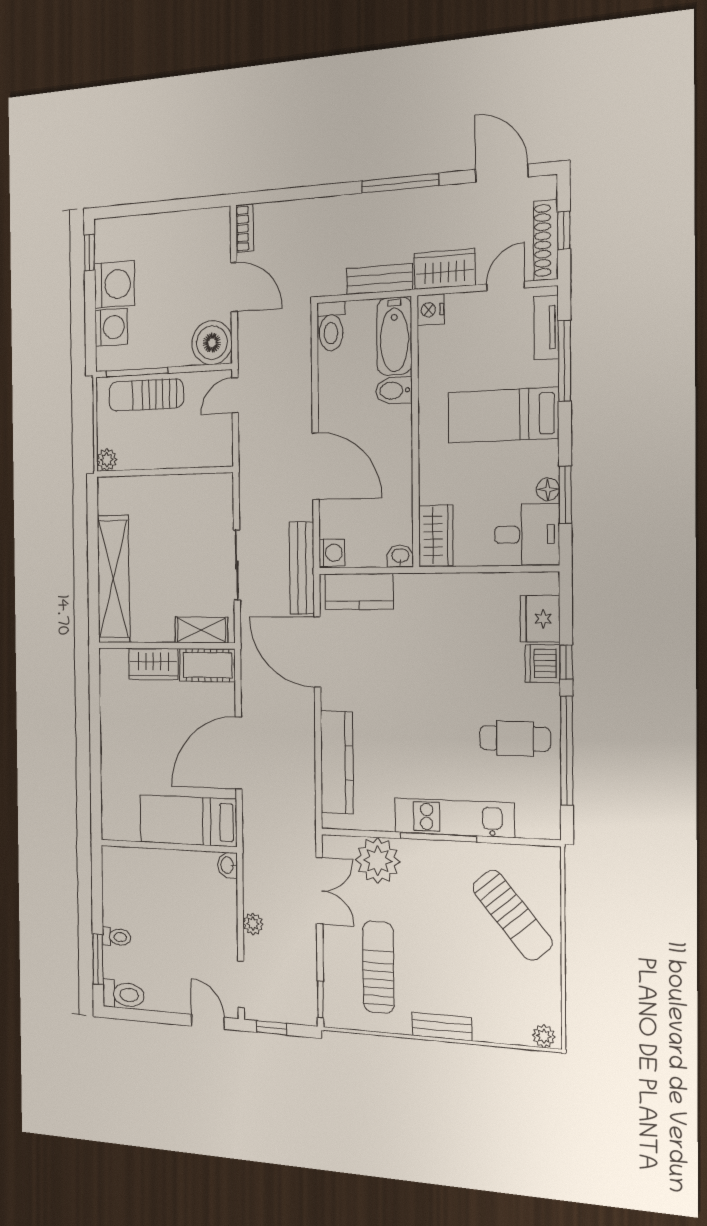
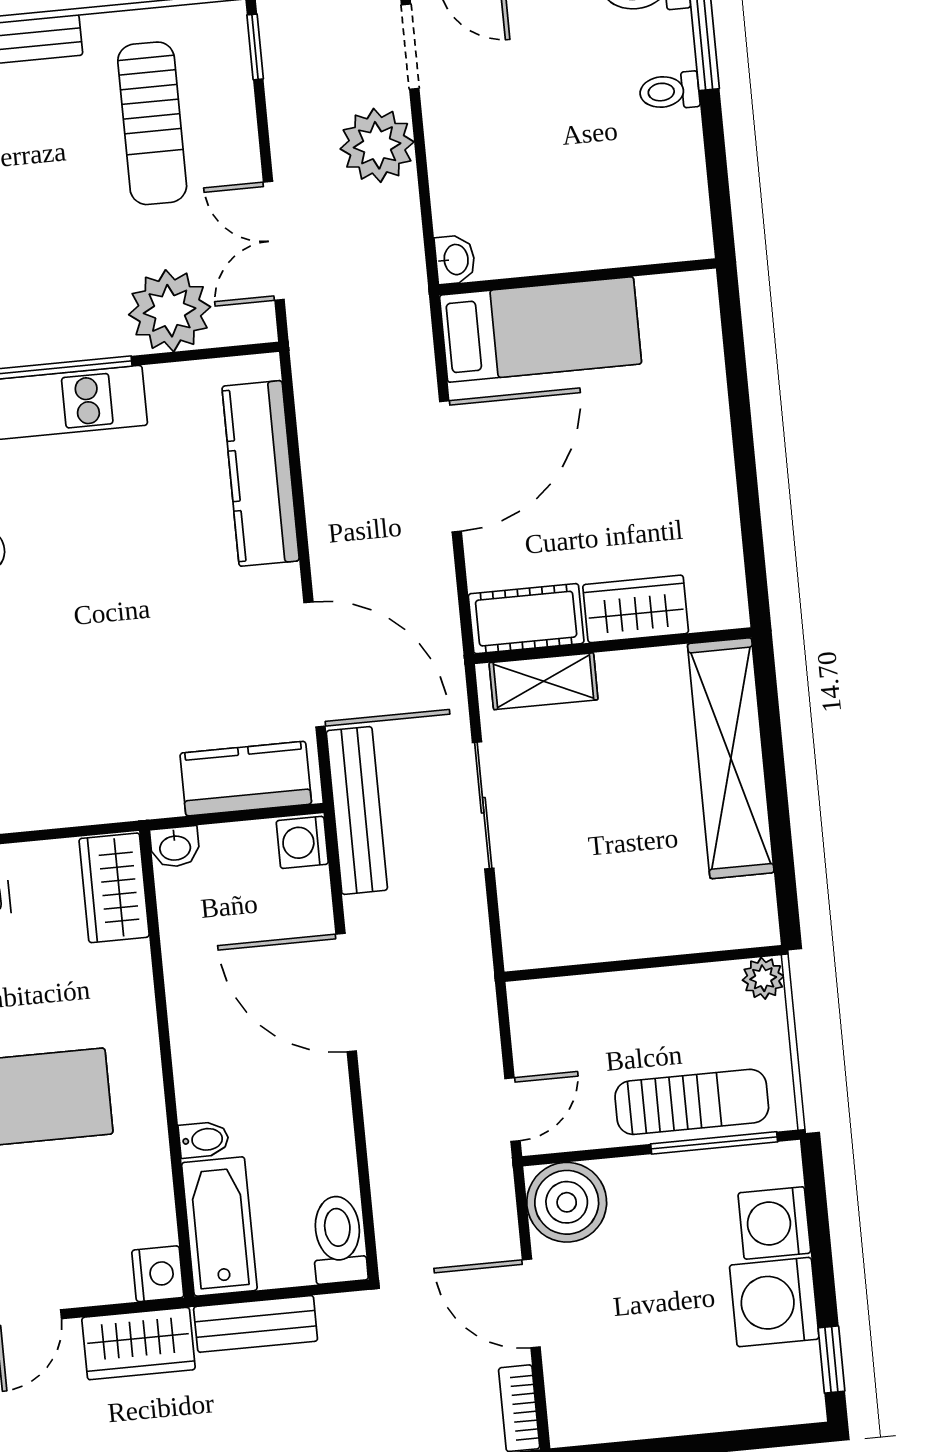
bidet: (394, 391) -> (204, 1140), width x0.72, depth x0.74
plant: (253, 924) -> (377, 145), width x1.87, depth x1.87

